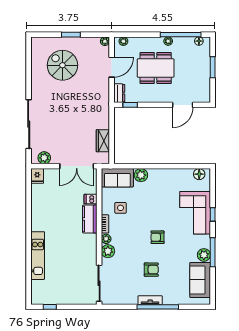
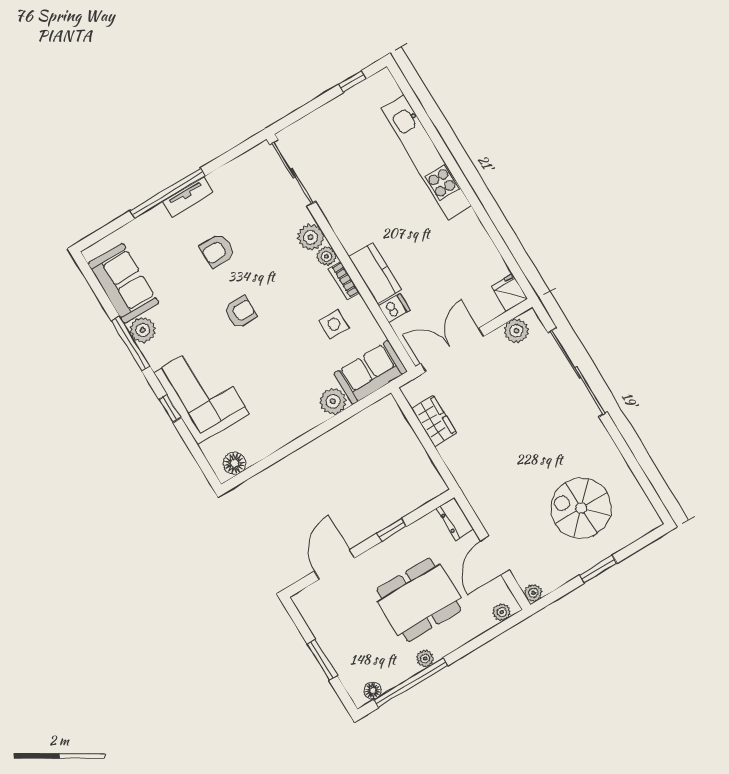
spiral stairs: (62, 65) -> (581, 508), turned 180
window: (130, 105) -> (391, 530), moved
kitchen unit: (38, 256) -> (426, 157), width x1.36

